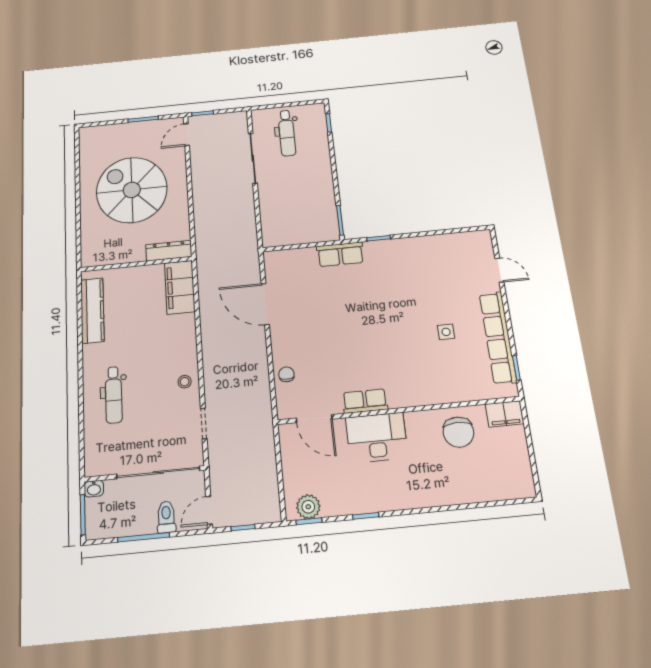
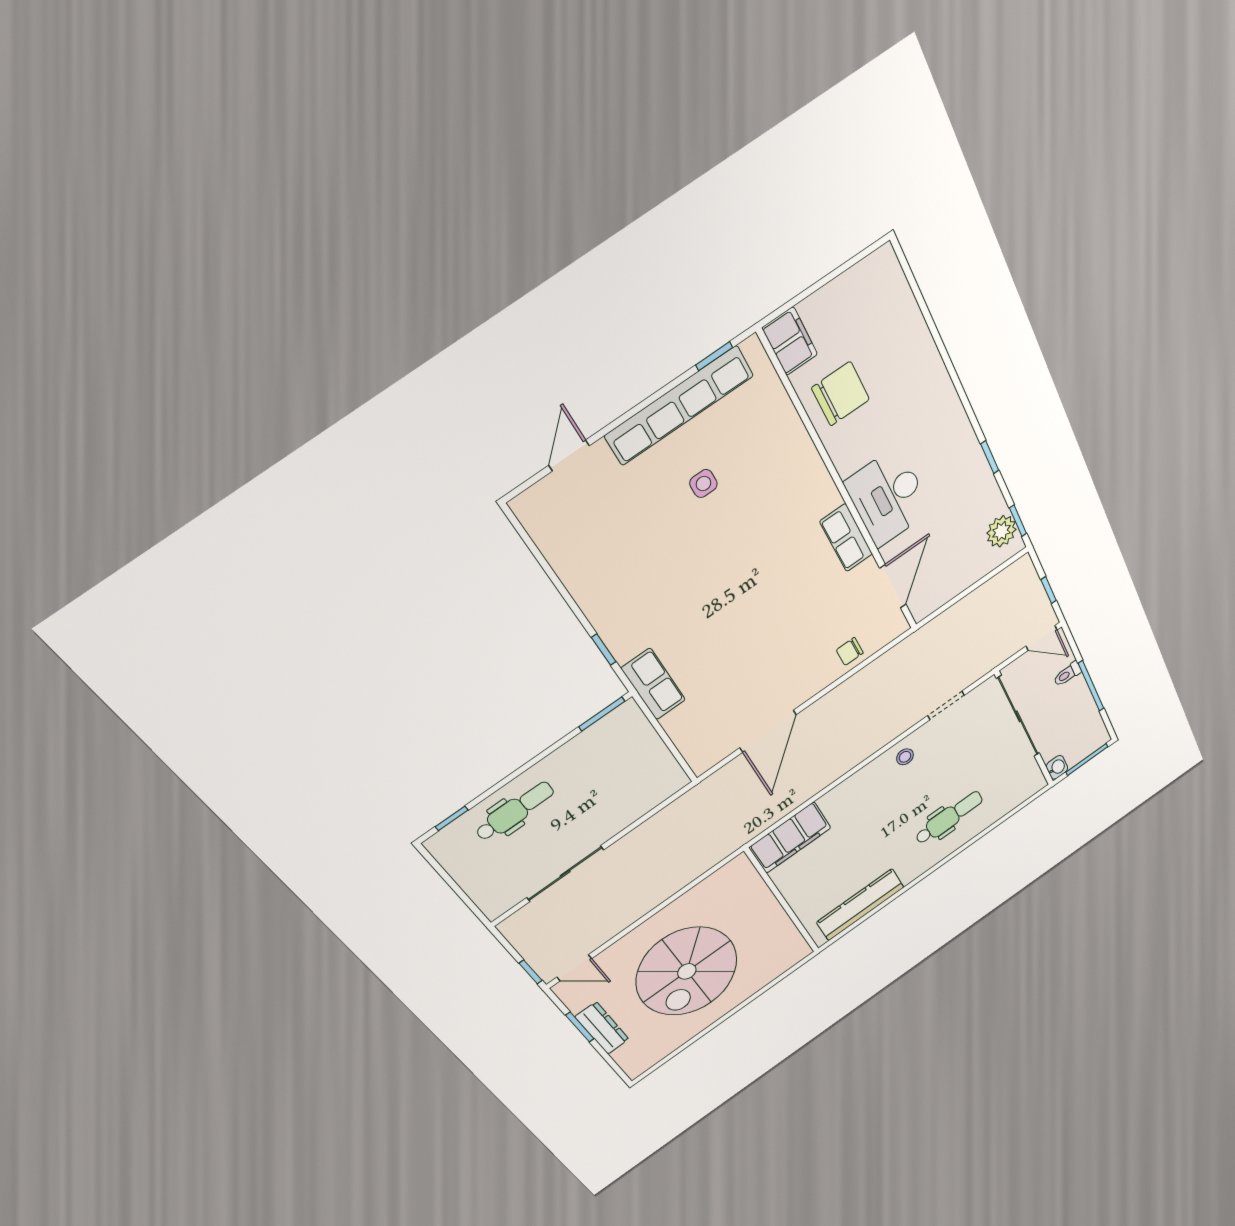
dental chair: (287, 133) -> (515, 811), moved
dresser: (169, 251) -> (602, 1028), moved, turned 180
toilet: (166, 517) -> (1067, 674), width x0.73, depth x0.72

